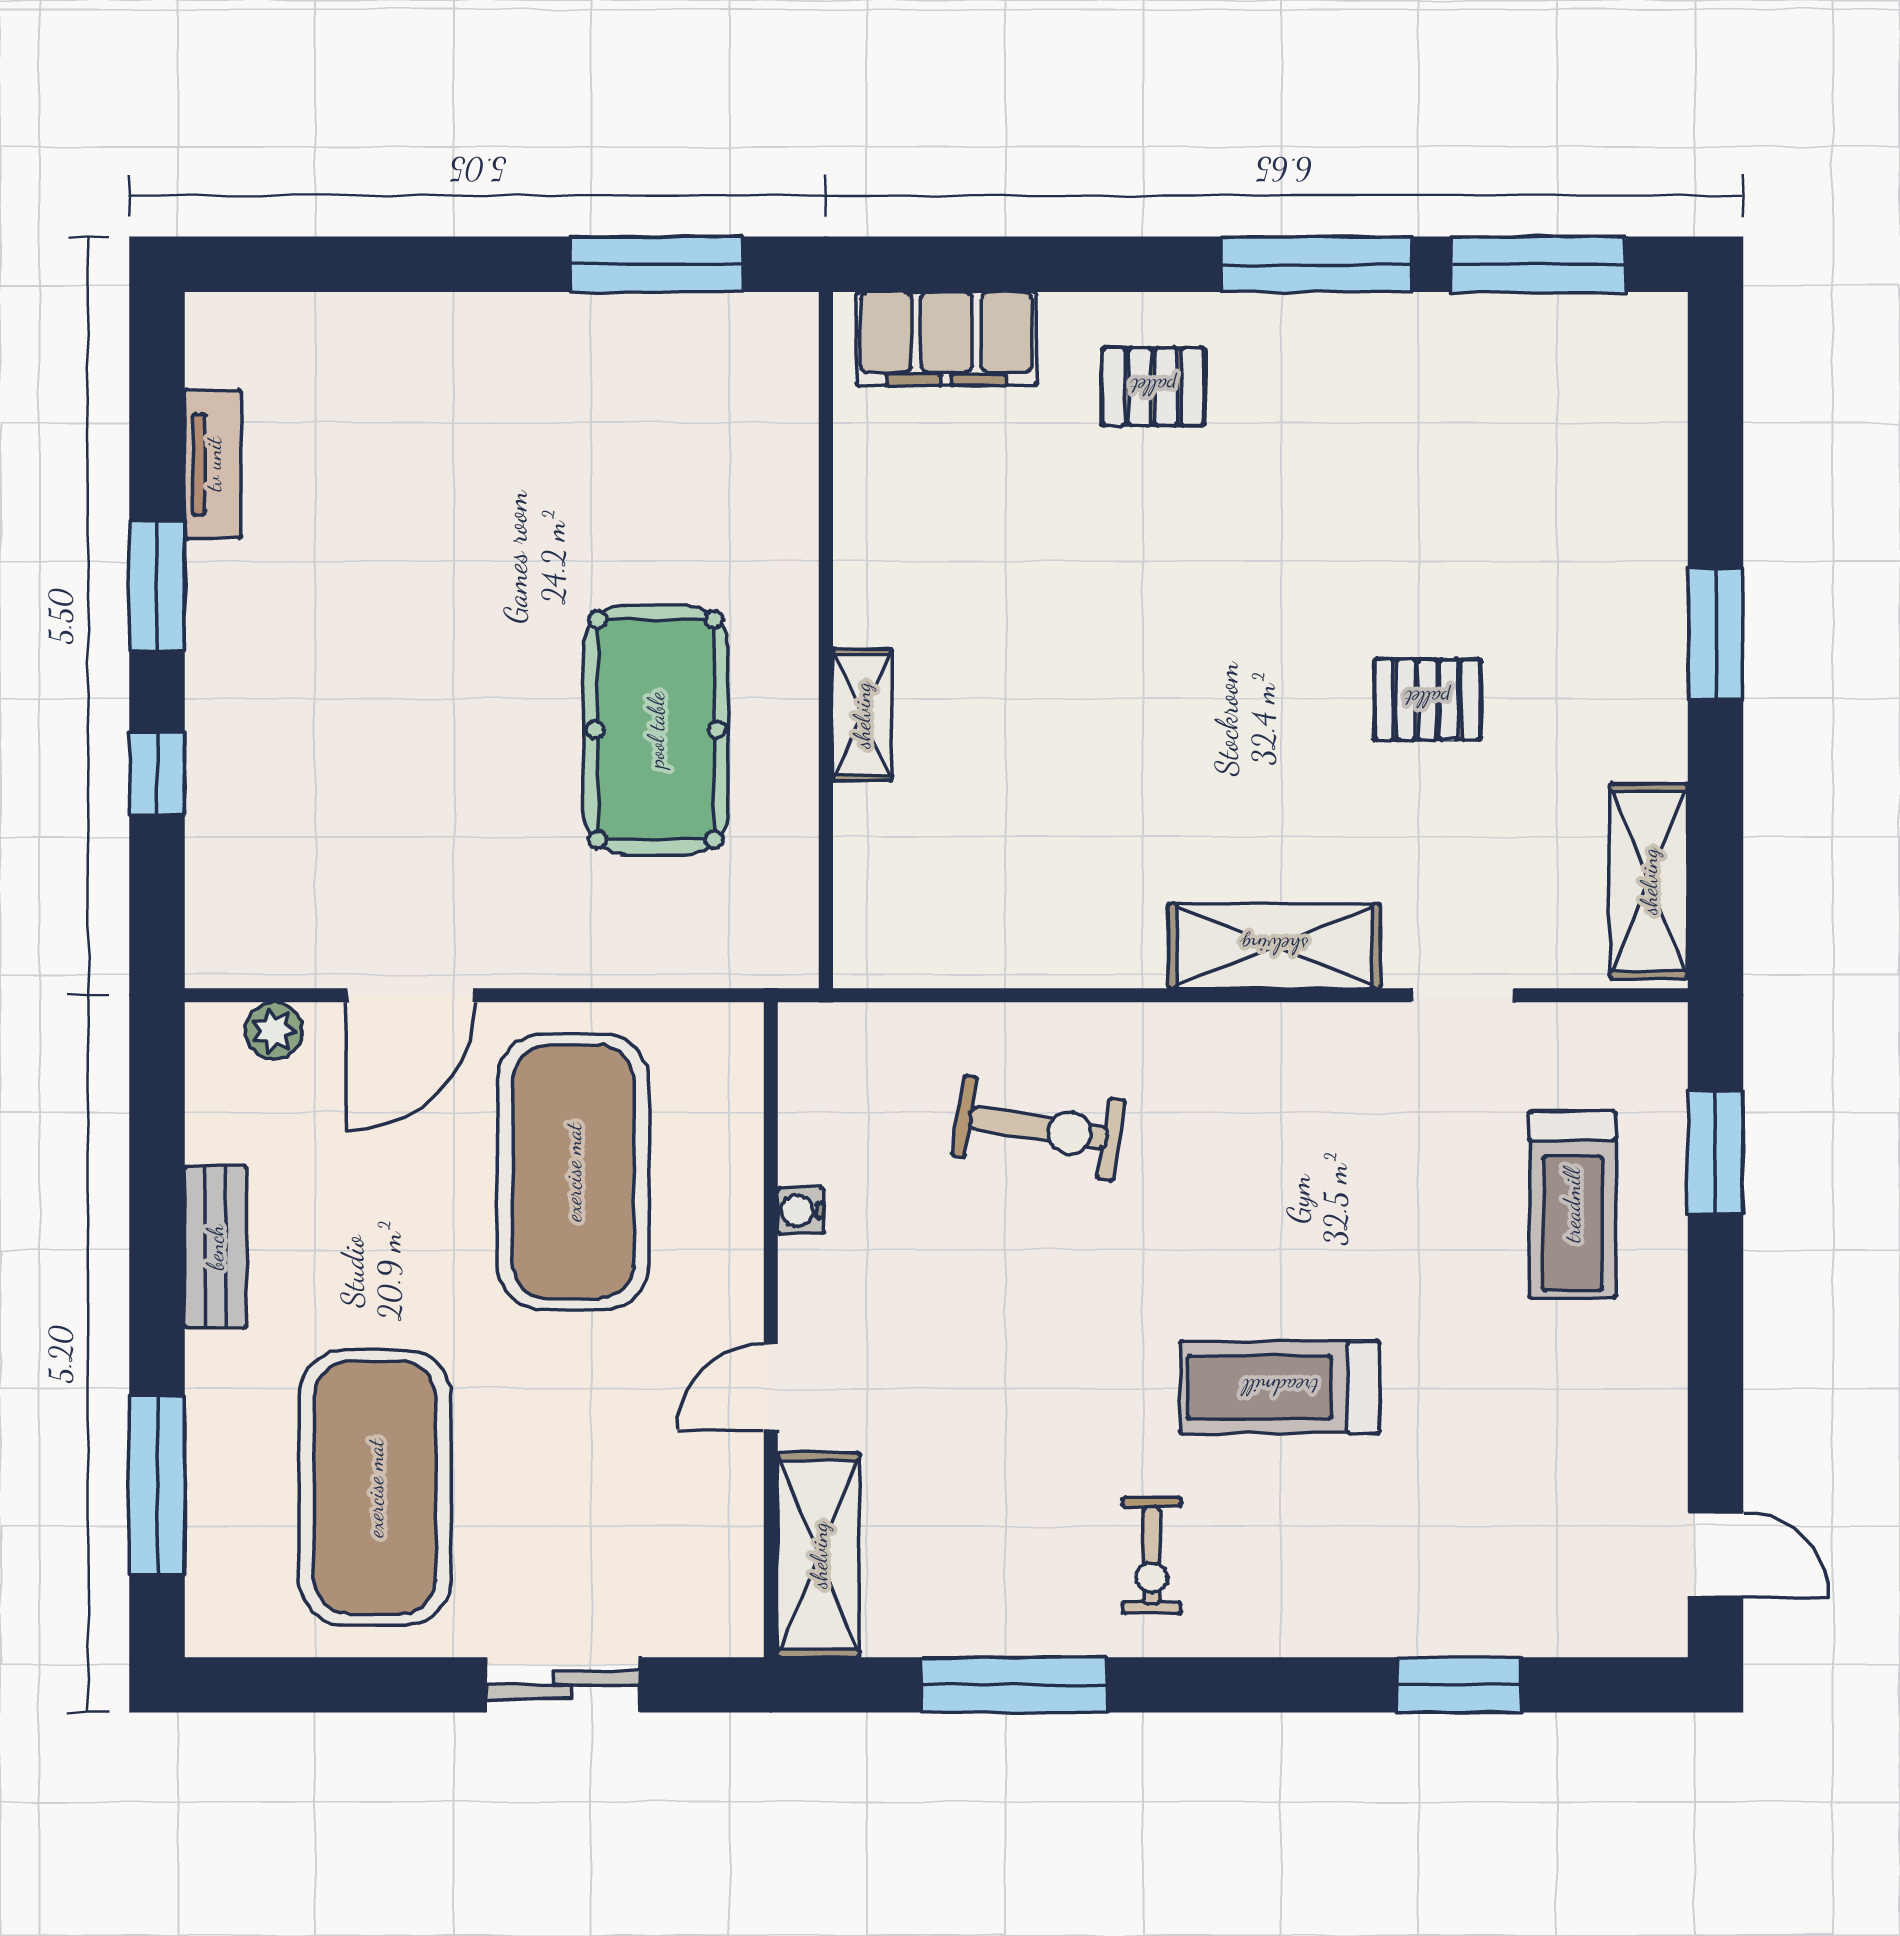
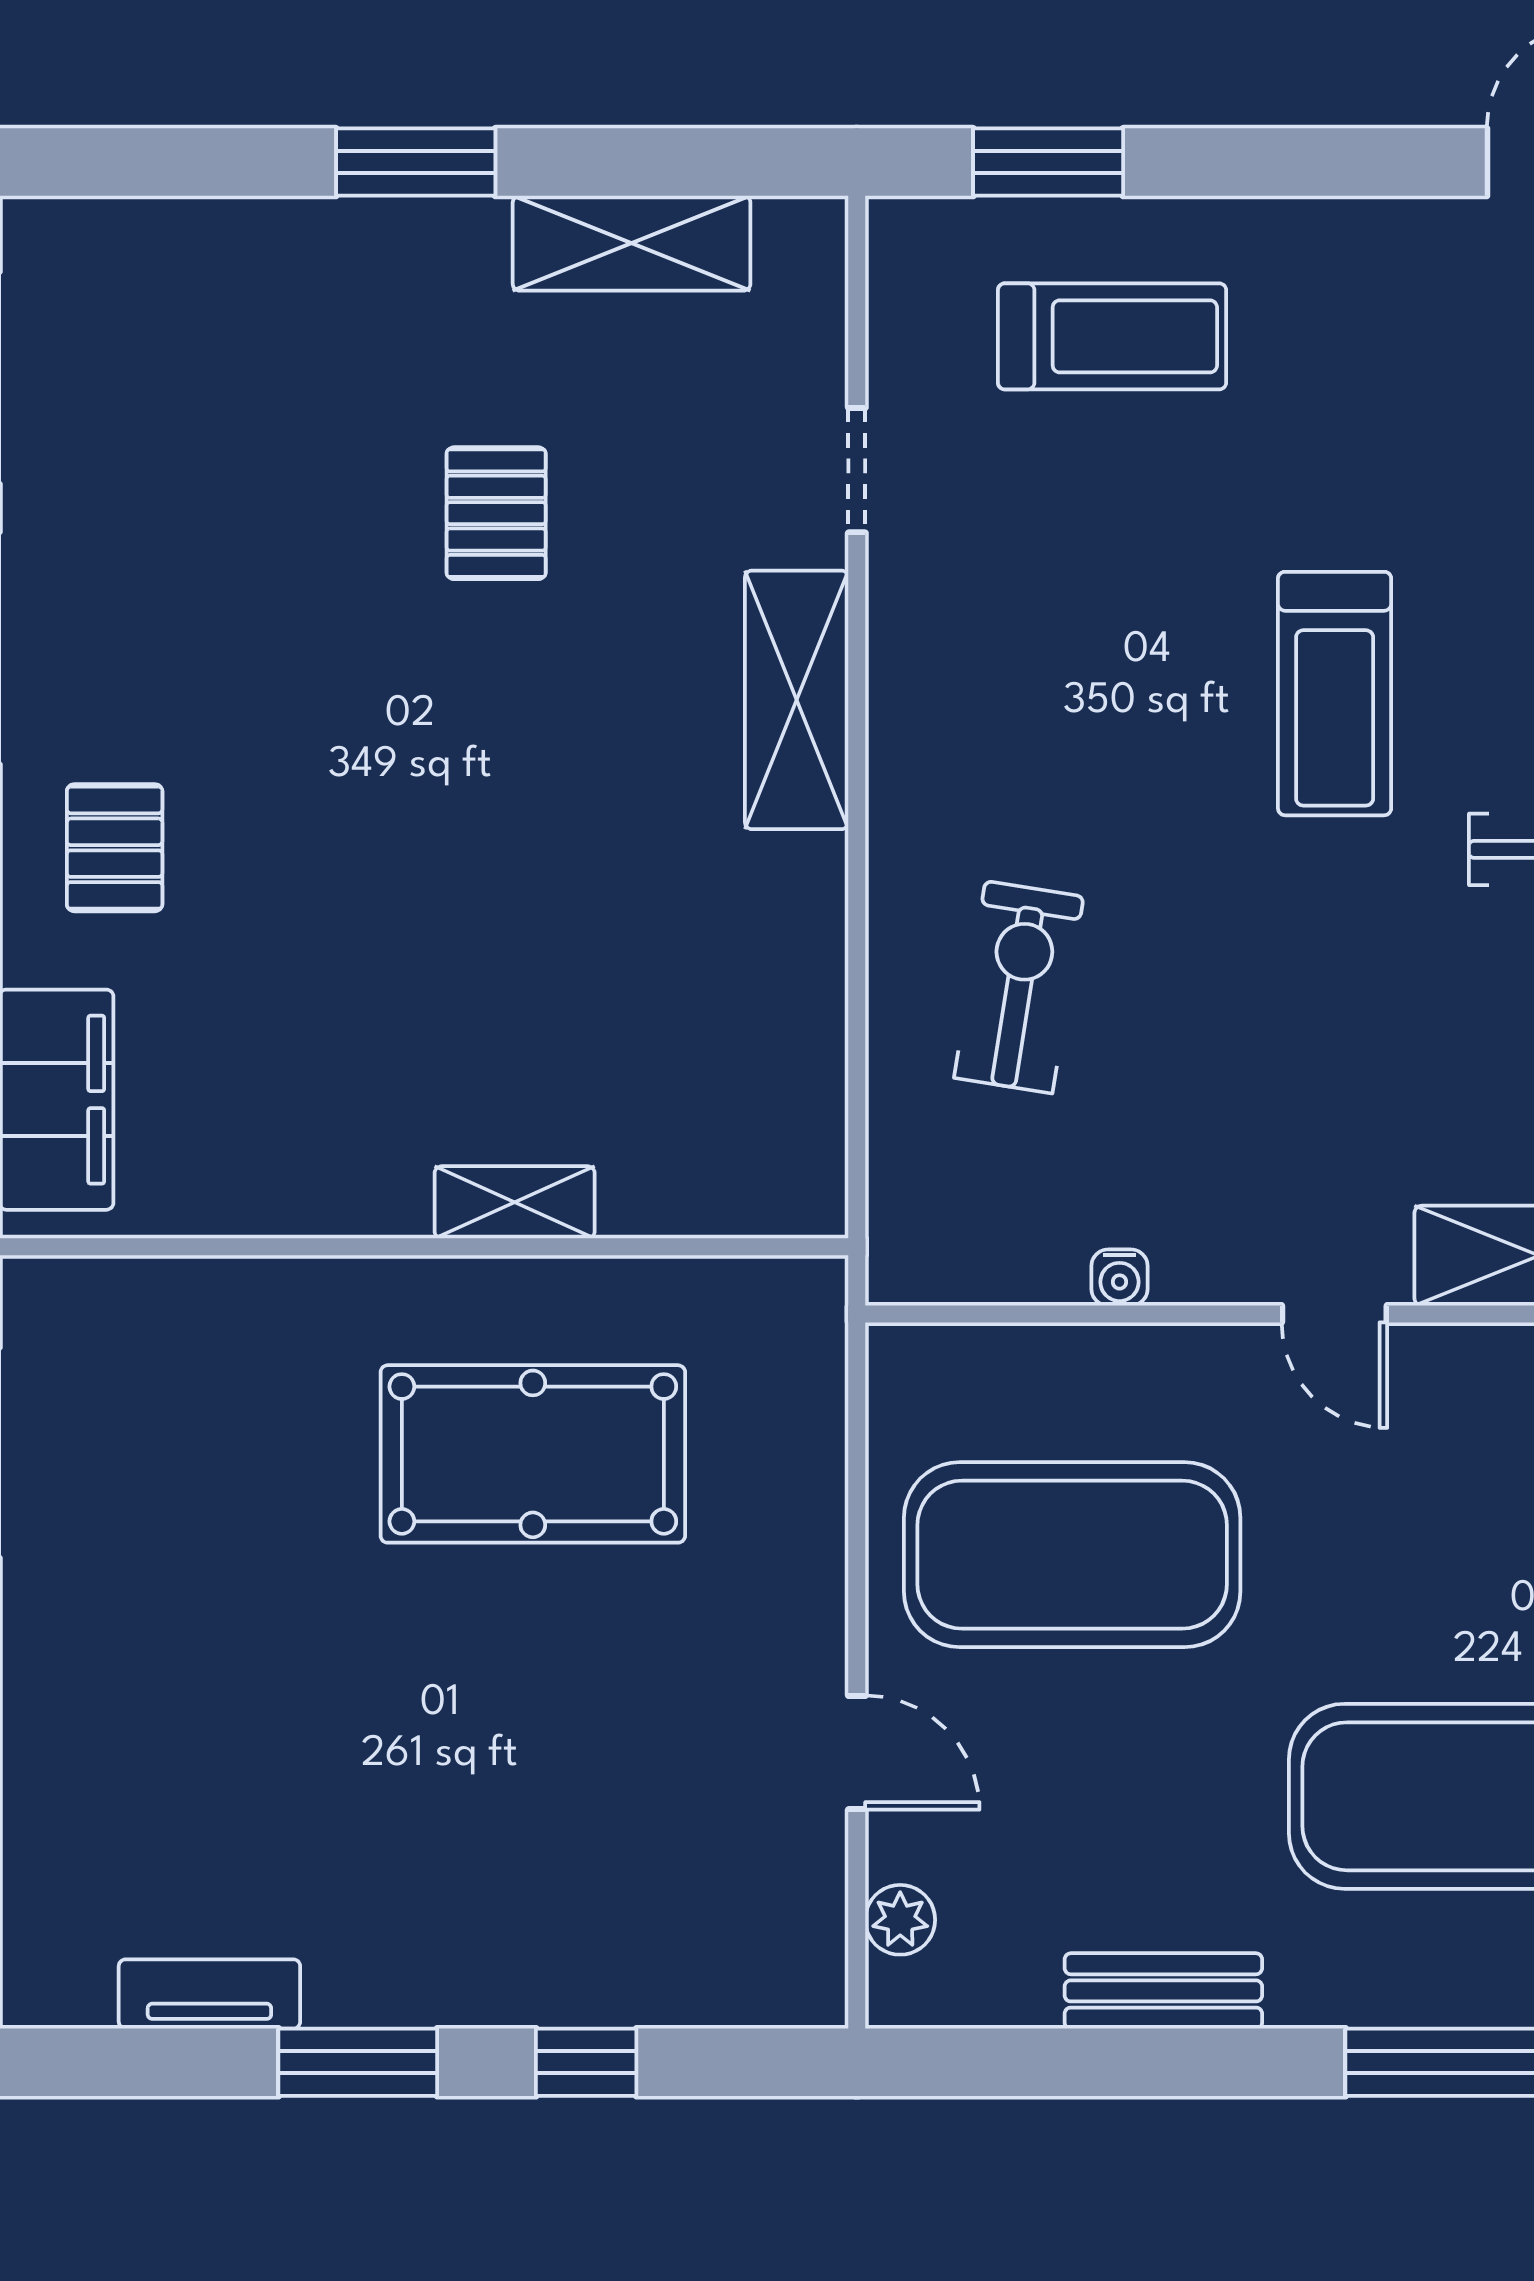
shelving: (1649, 881) -> (632, 243), moved
door: (411, 995) -> (857, 1753), width x0.73

